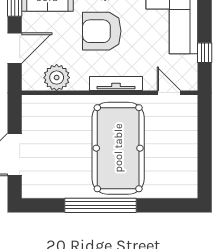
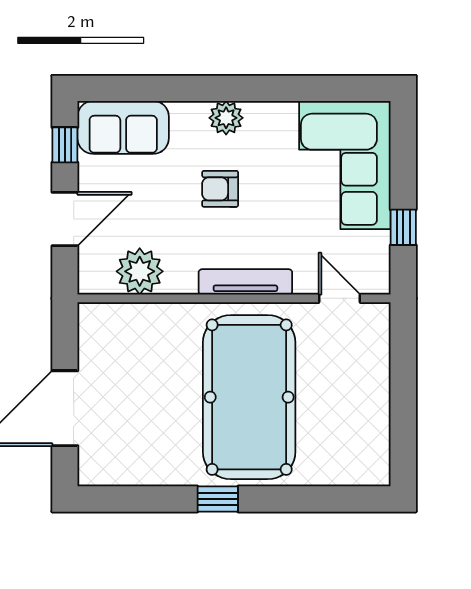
armchair: (102, 31) -> (220, 189), width x0.53, depth x0.53
window: (100, 205) -> (218, 499), width x0.32

